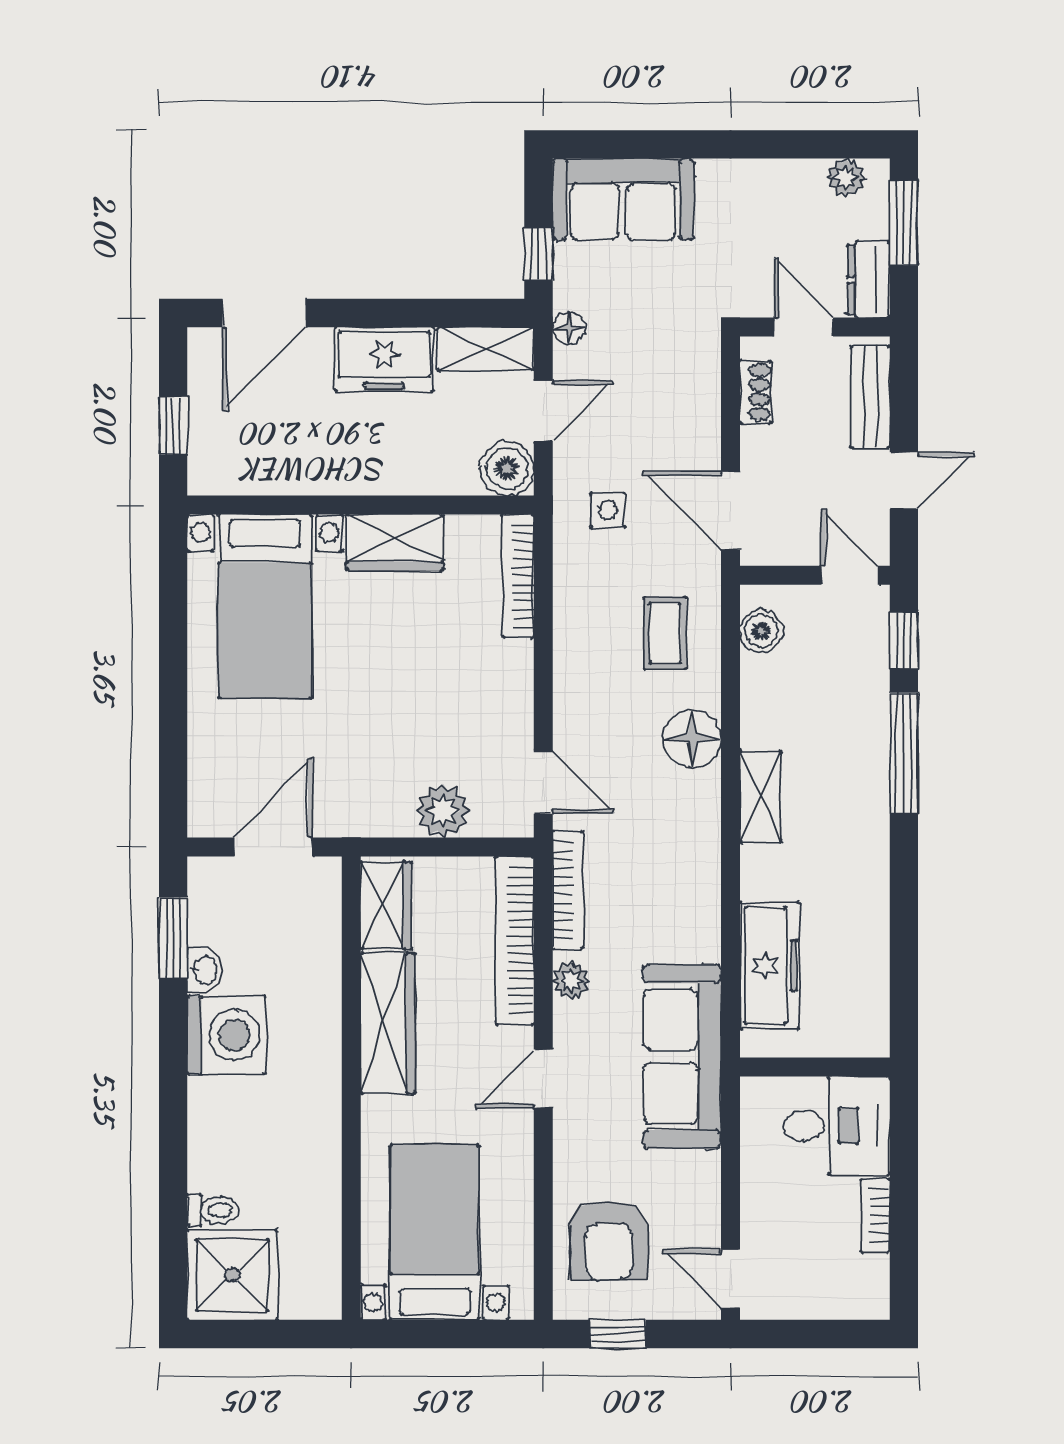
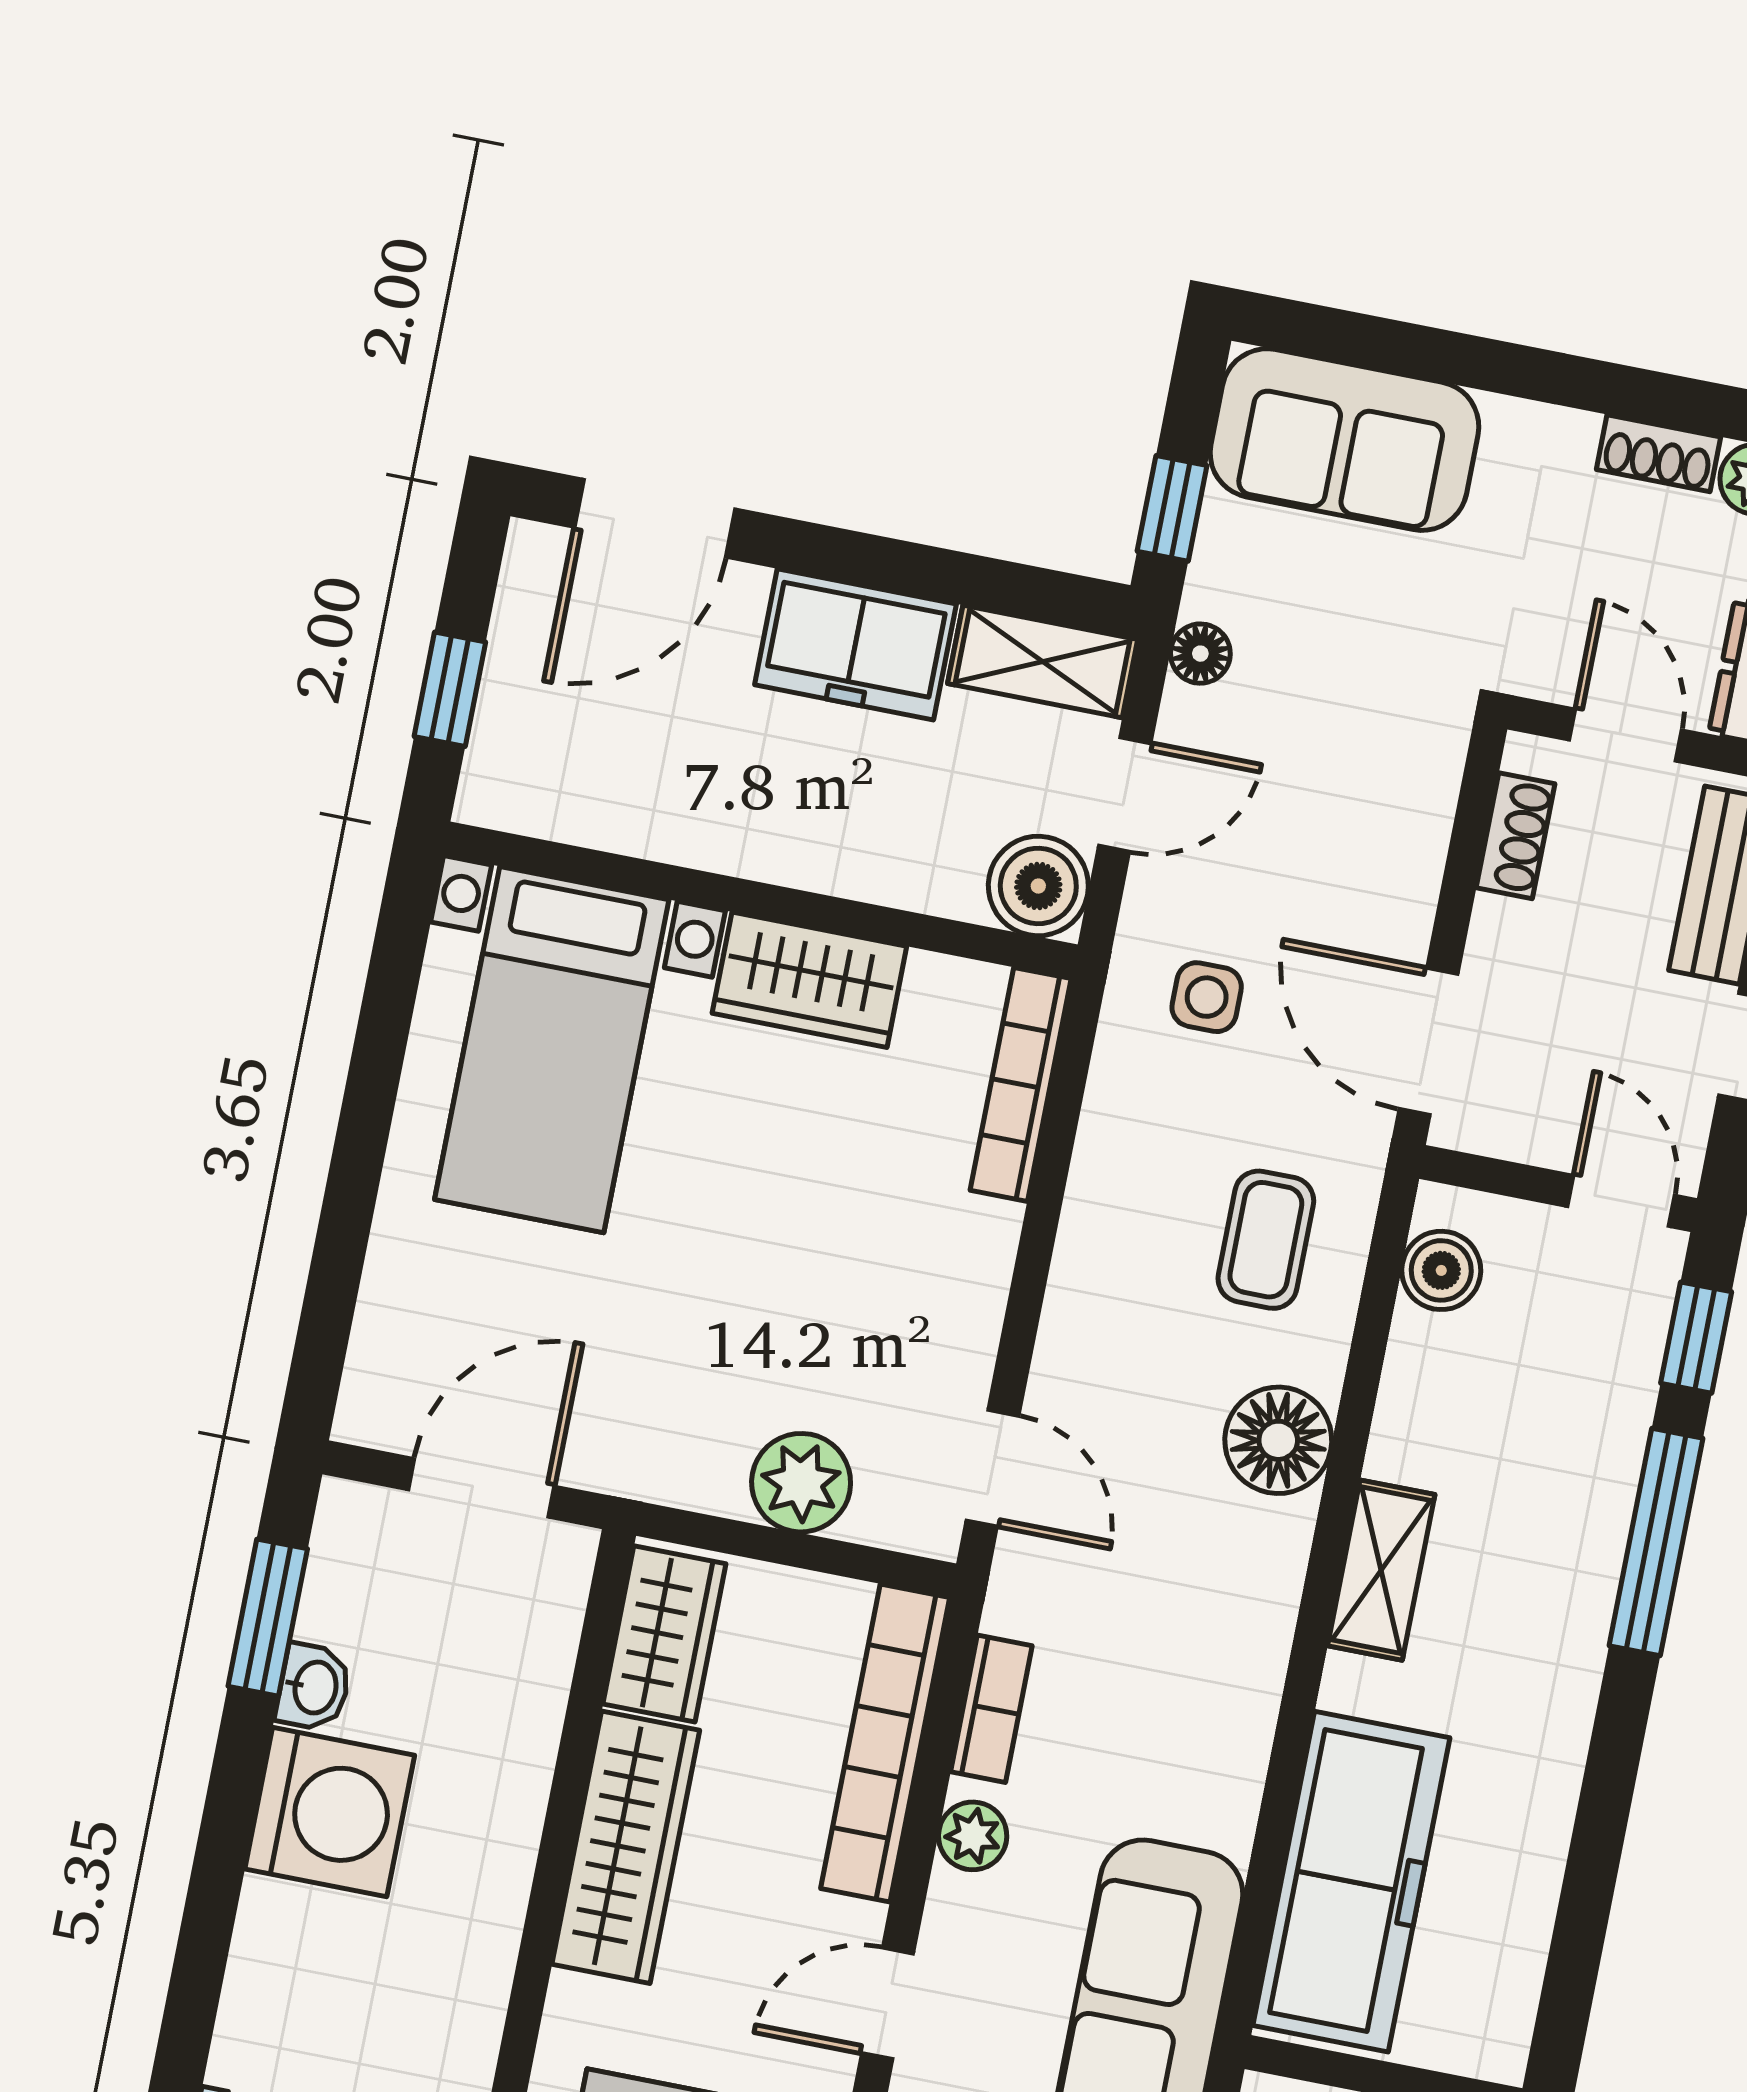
shoe rack: (792, 174) -> (1658, 453), added
bookcase: (568, 890) -> (991, 1709), width x0.64
freezer: (770, 966) -> (1351, 1882), width x1.36, depth x1.26

